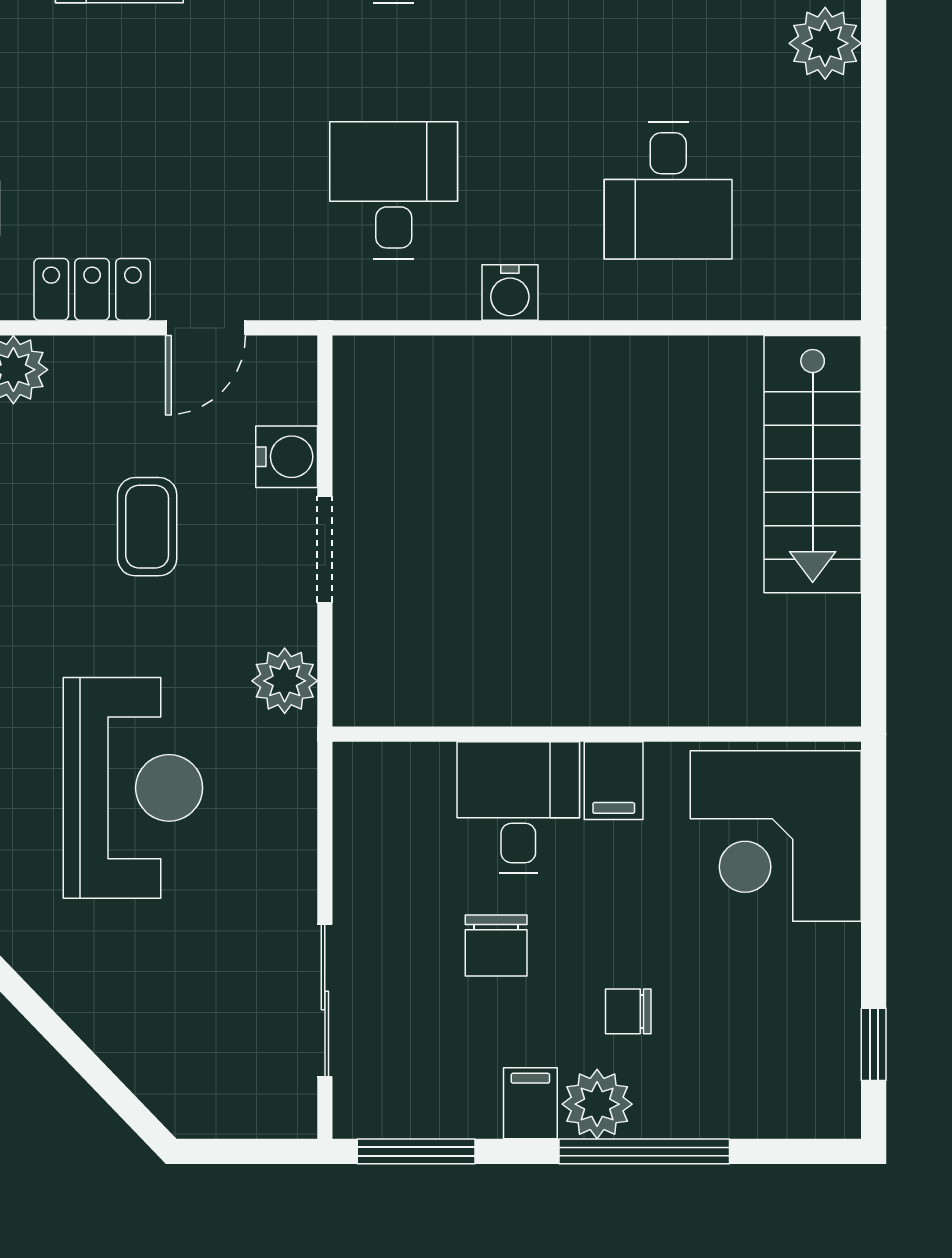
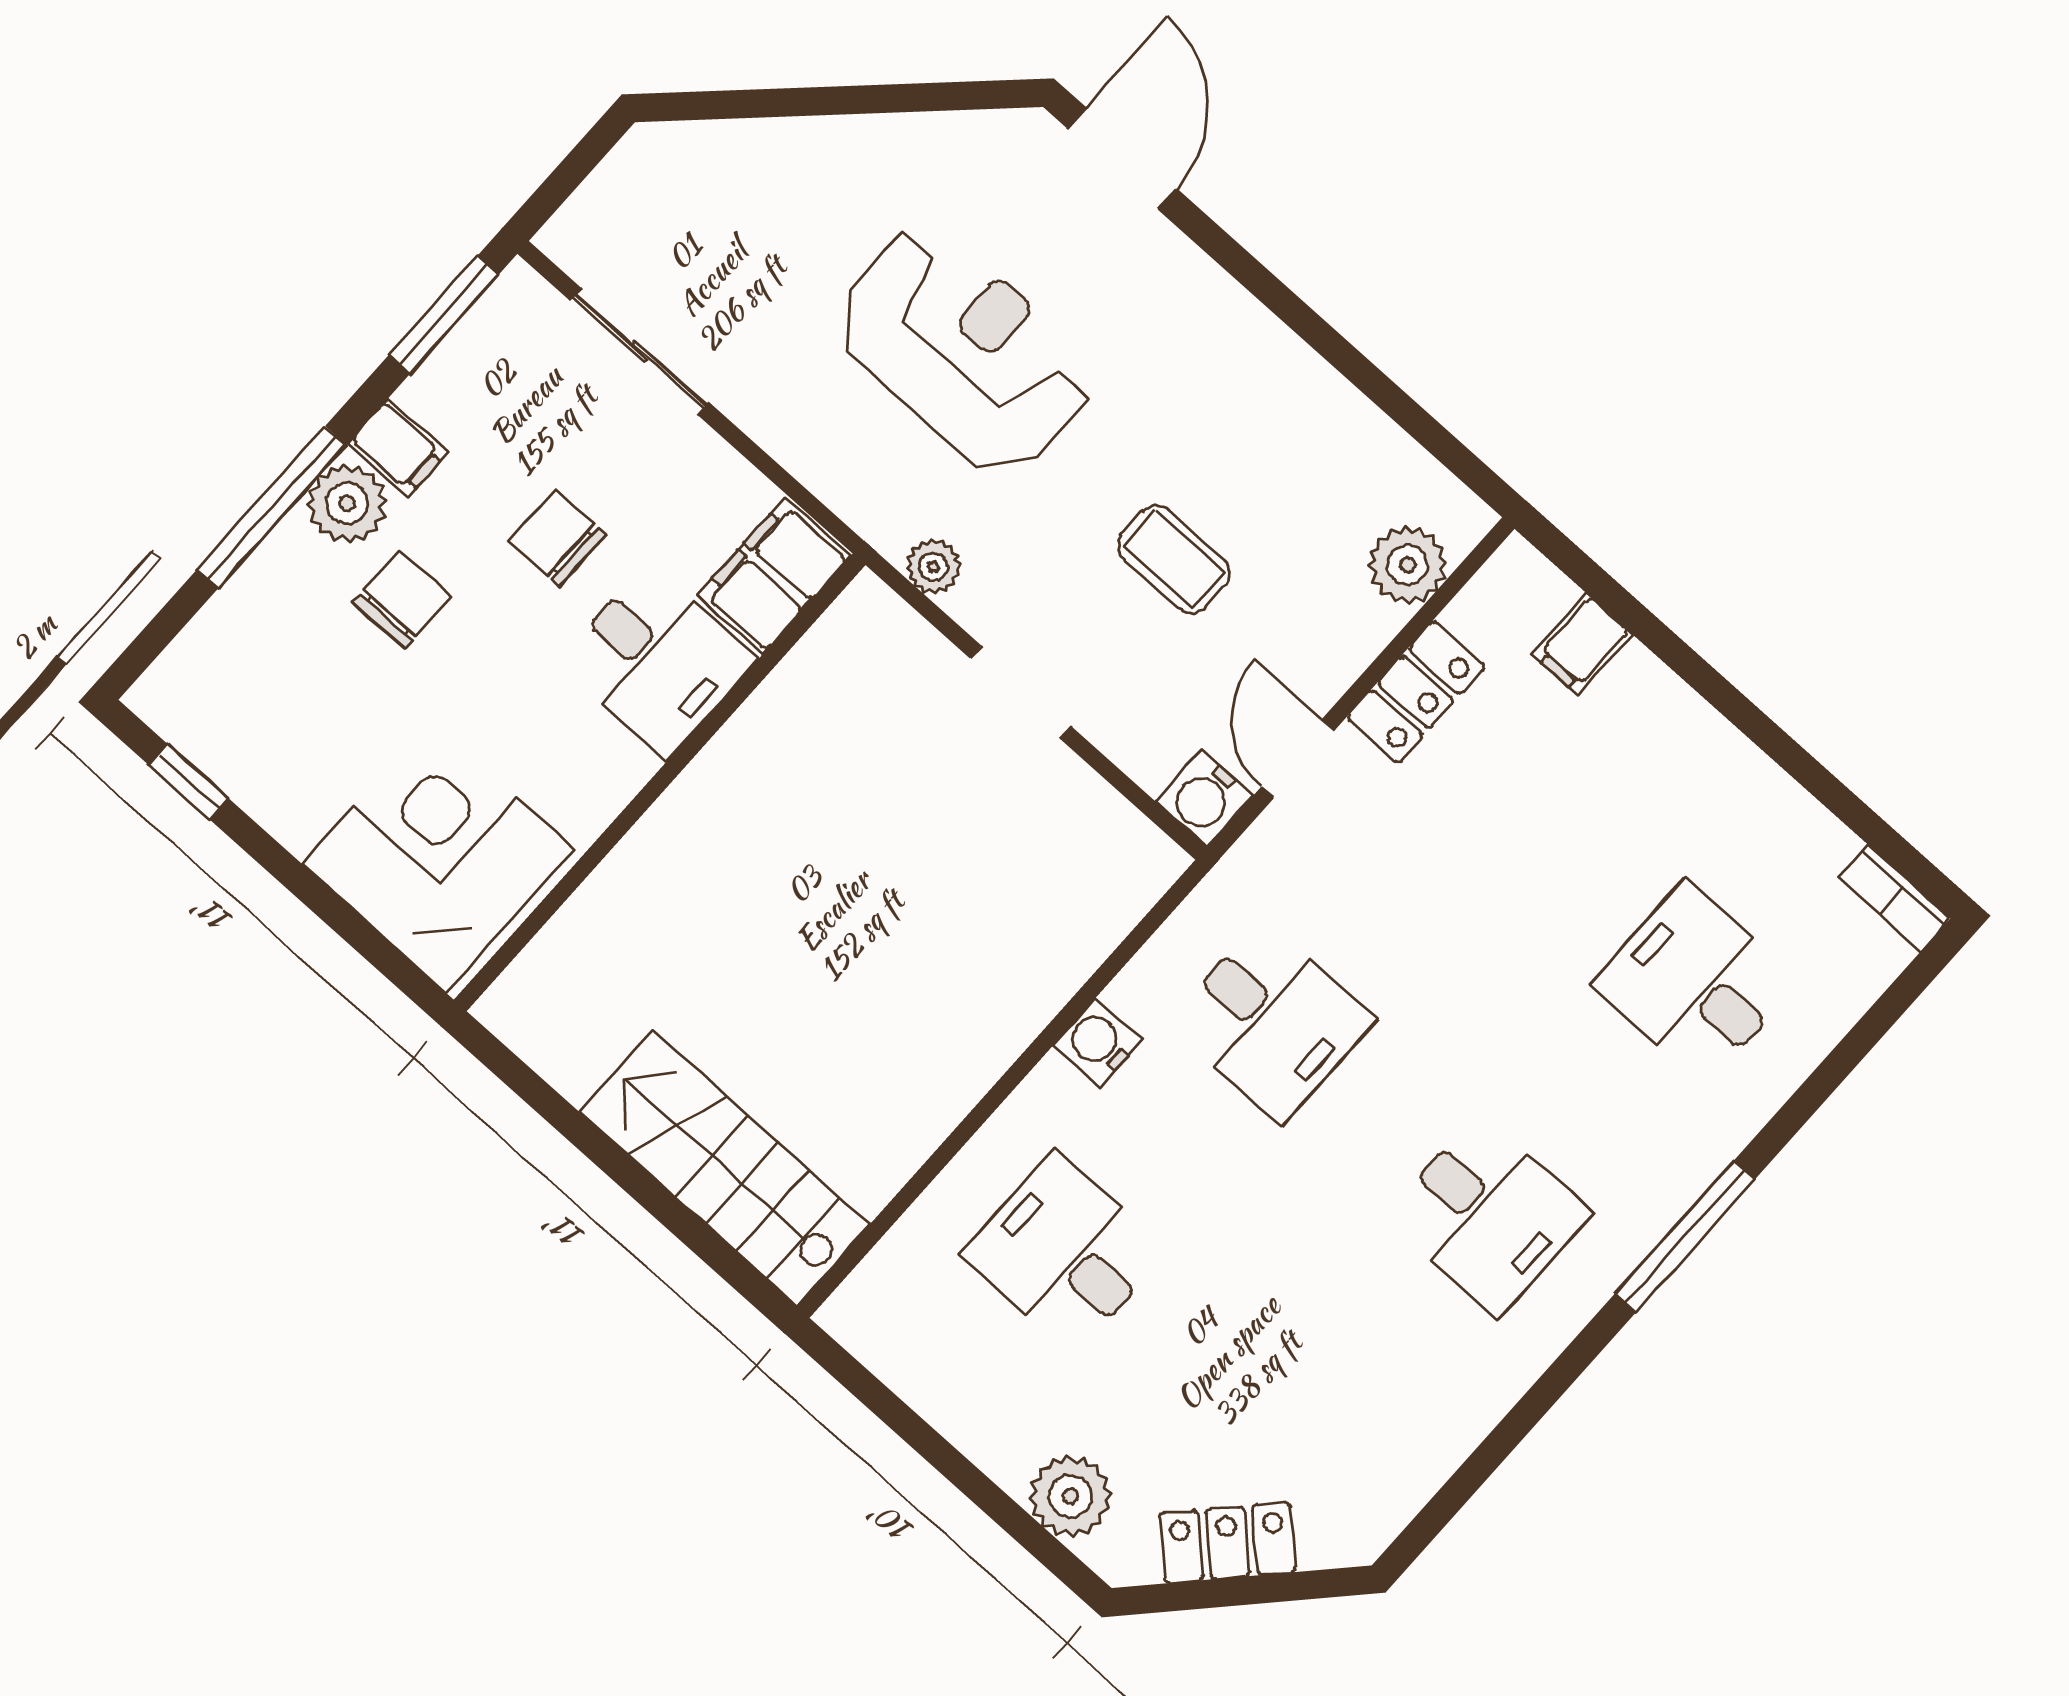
water cooler: (287, 457) -> (1204, 798), moved
plant: (285, 681) -> (933, 567), width x0.73, depth x0.73
filing cabinet: (614, 781) -> (774, 576), moved, width x2.00
reception desk: (133, 788) -> (964, 350), turned 180
chair: (628, 1011) -> (402, 600), width x1.37, depth x1.37

